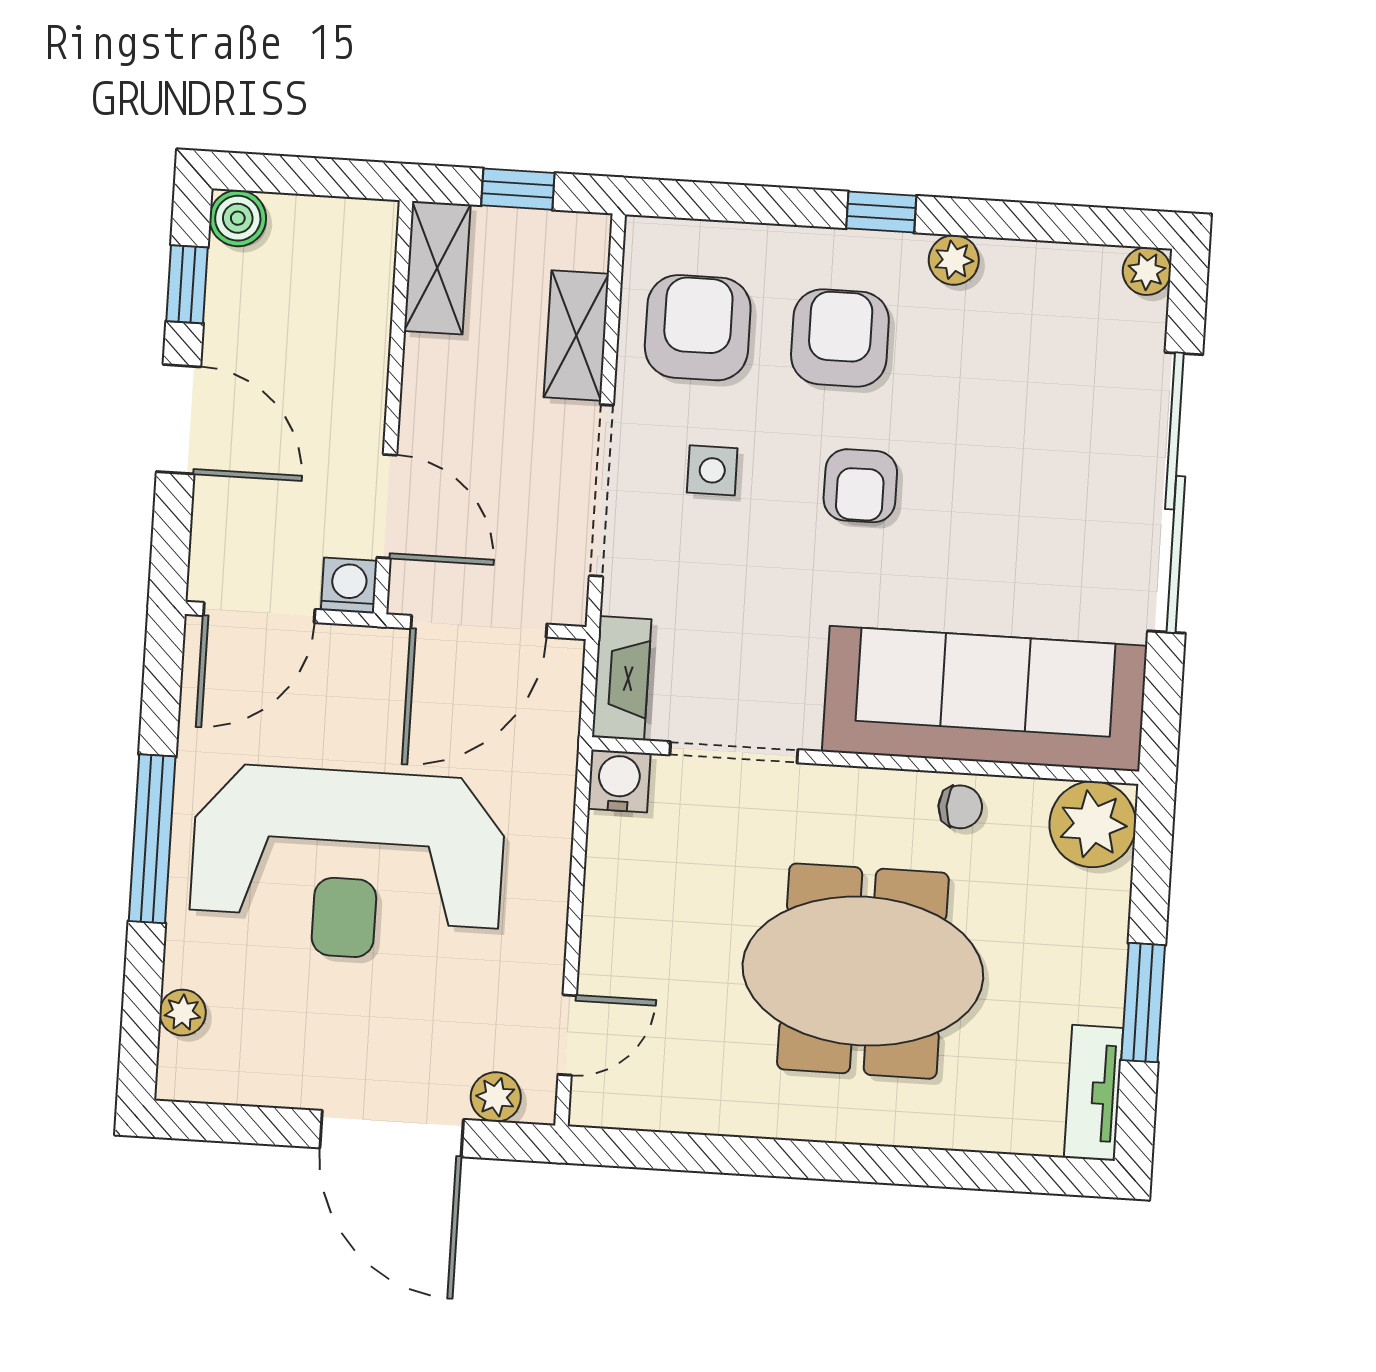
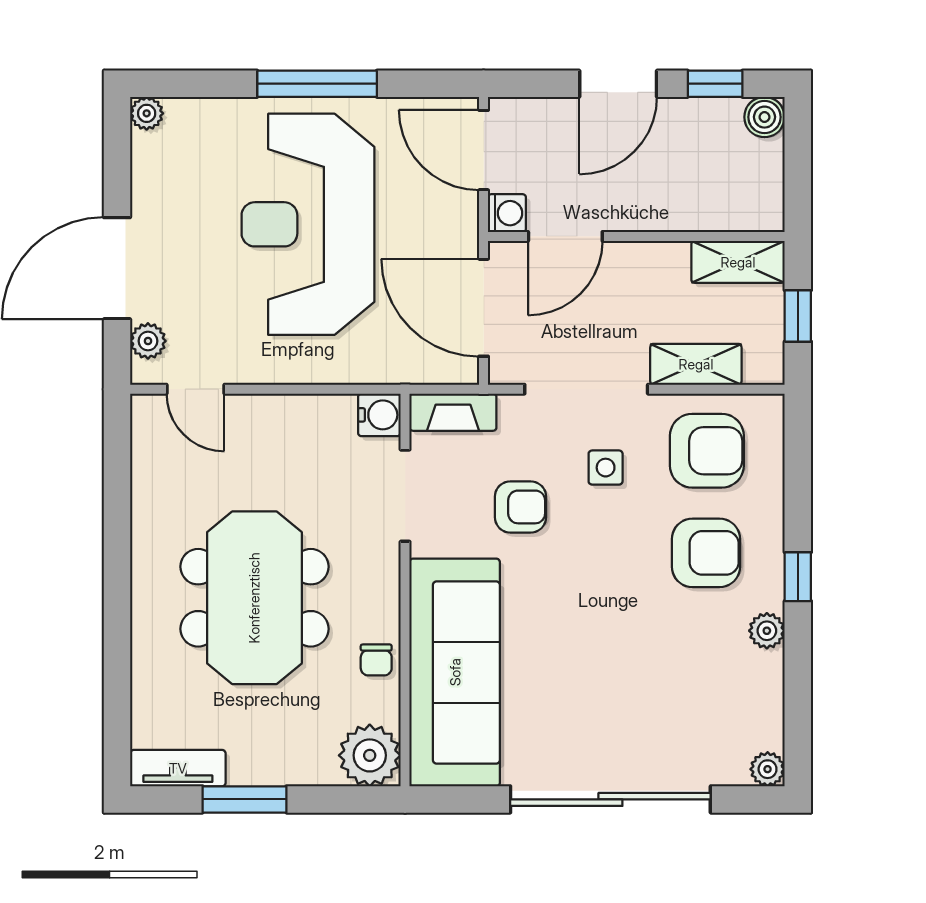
armchair: (860, 486) -> (520, 507), moved, turned 180
plant: (183, 1013) -> (147, 113), moved

